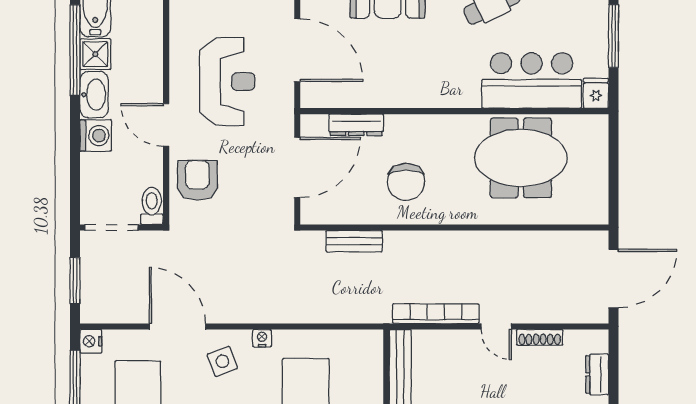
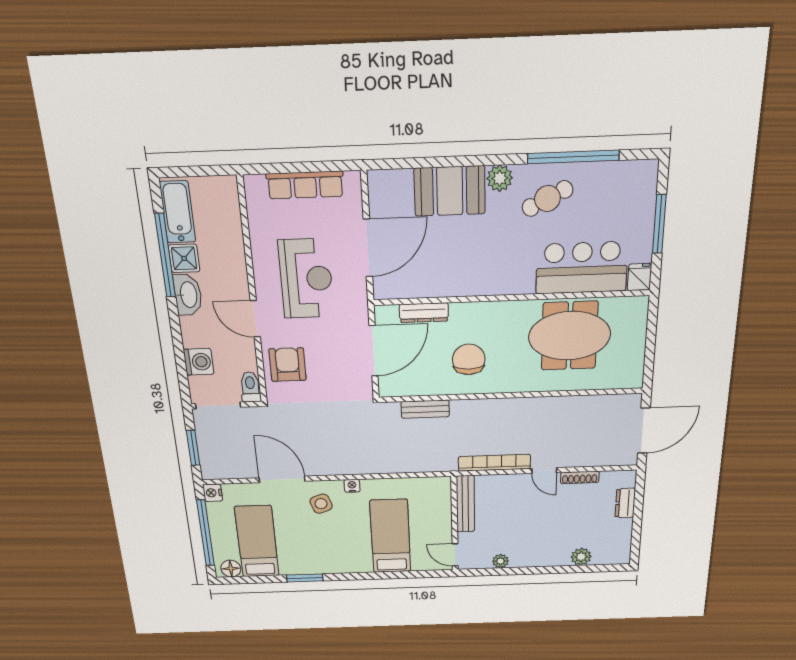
door: (297, 50) -> (368, 248), hinge flipped
washing machine: (96, 136) -> (199, 362), moved
chair: (406, 182) -> (469, 359), turned 180

